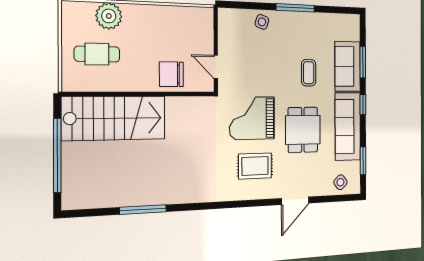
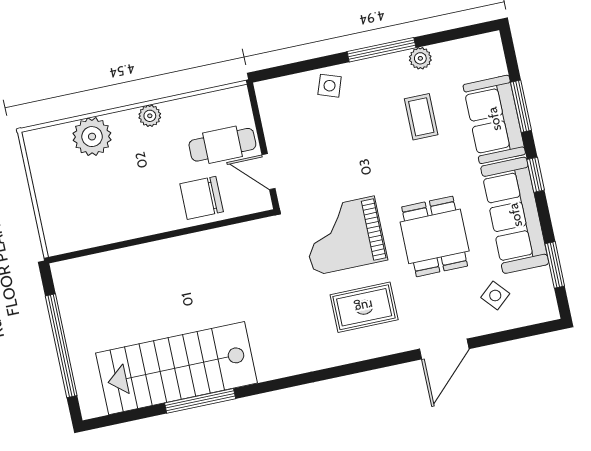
plant: (149, 12) -> (150, 116), added
plant: (315, 19) -> (420, 58), added
cafe table: (97, 54) -> (222, 145), moved
coffee table: (309, 73) -> (421, 117), moved
stairs: (114, 118) -> (177, 368), moved, turned 180
side table: (340, 182) -> (495, 295), moved

